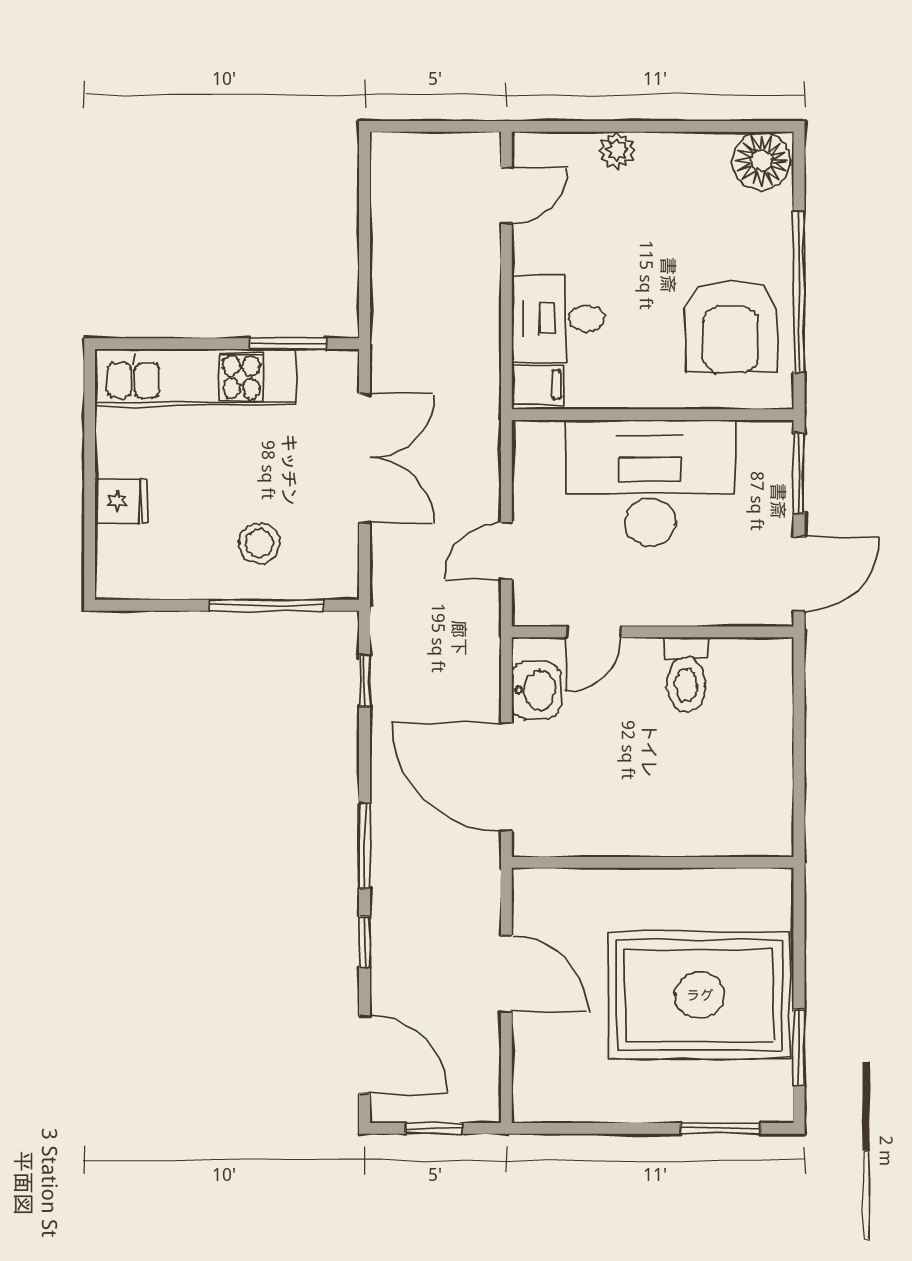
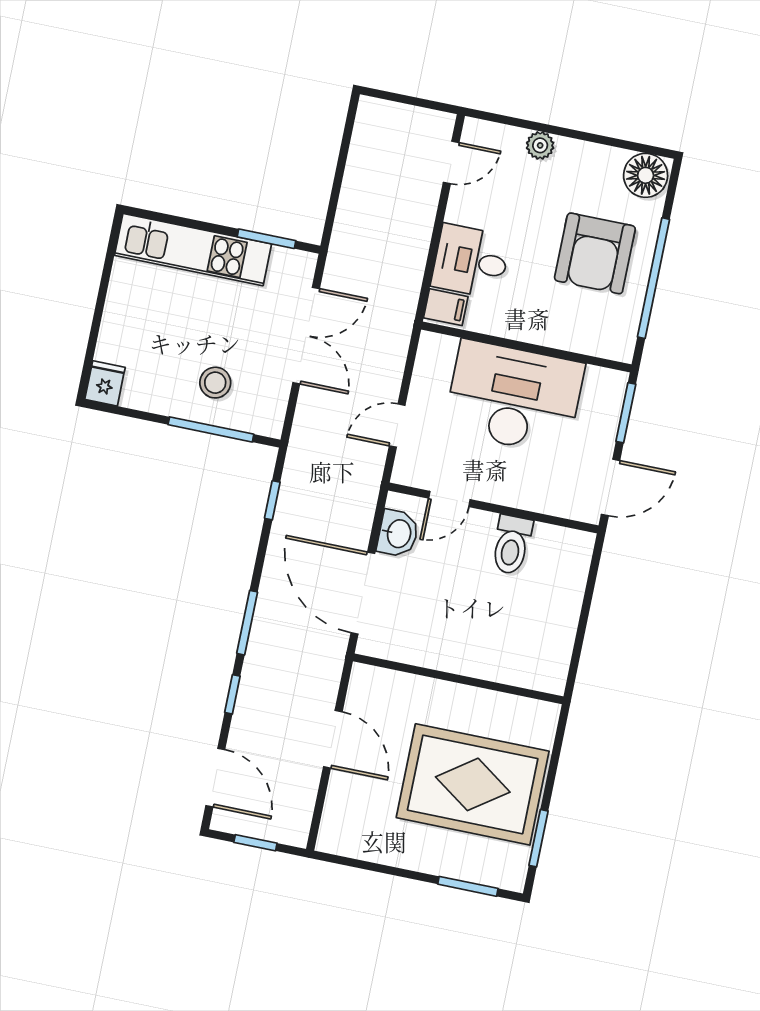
armchair: (731, 327) -> (595, 253), moved
fridge: (121, 501) -> (105, 383), moved, turned -90

